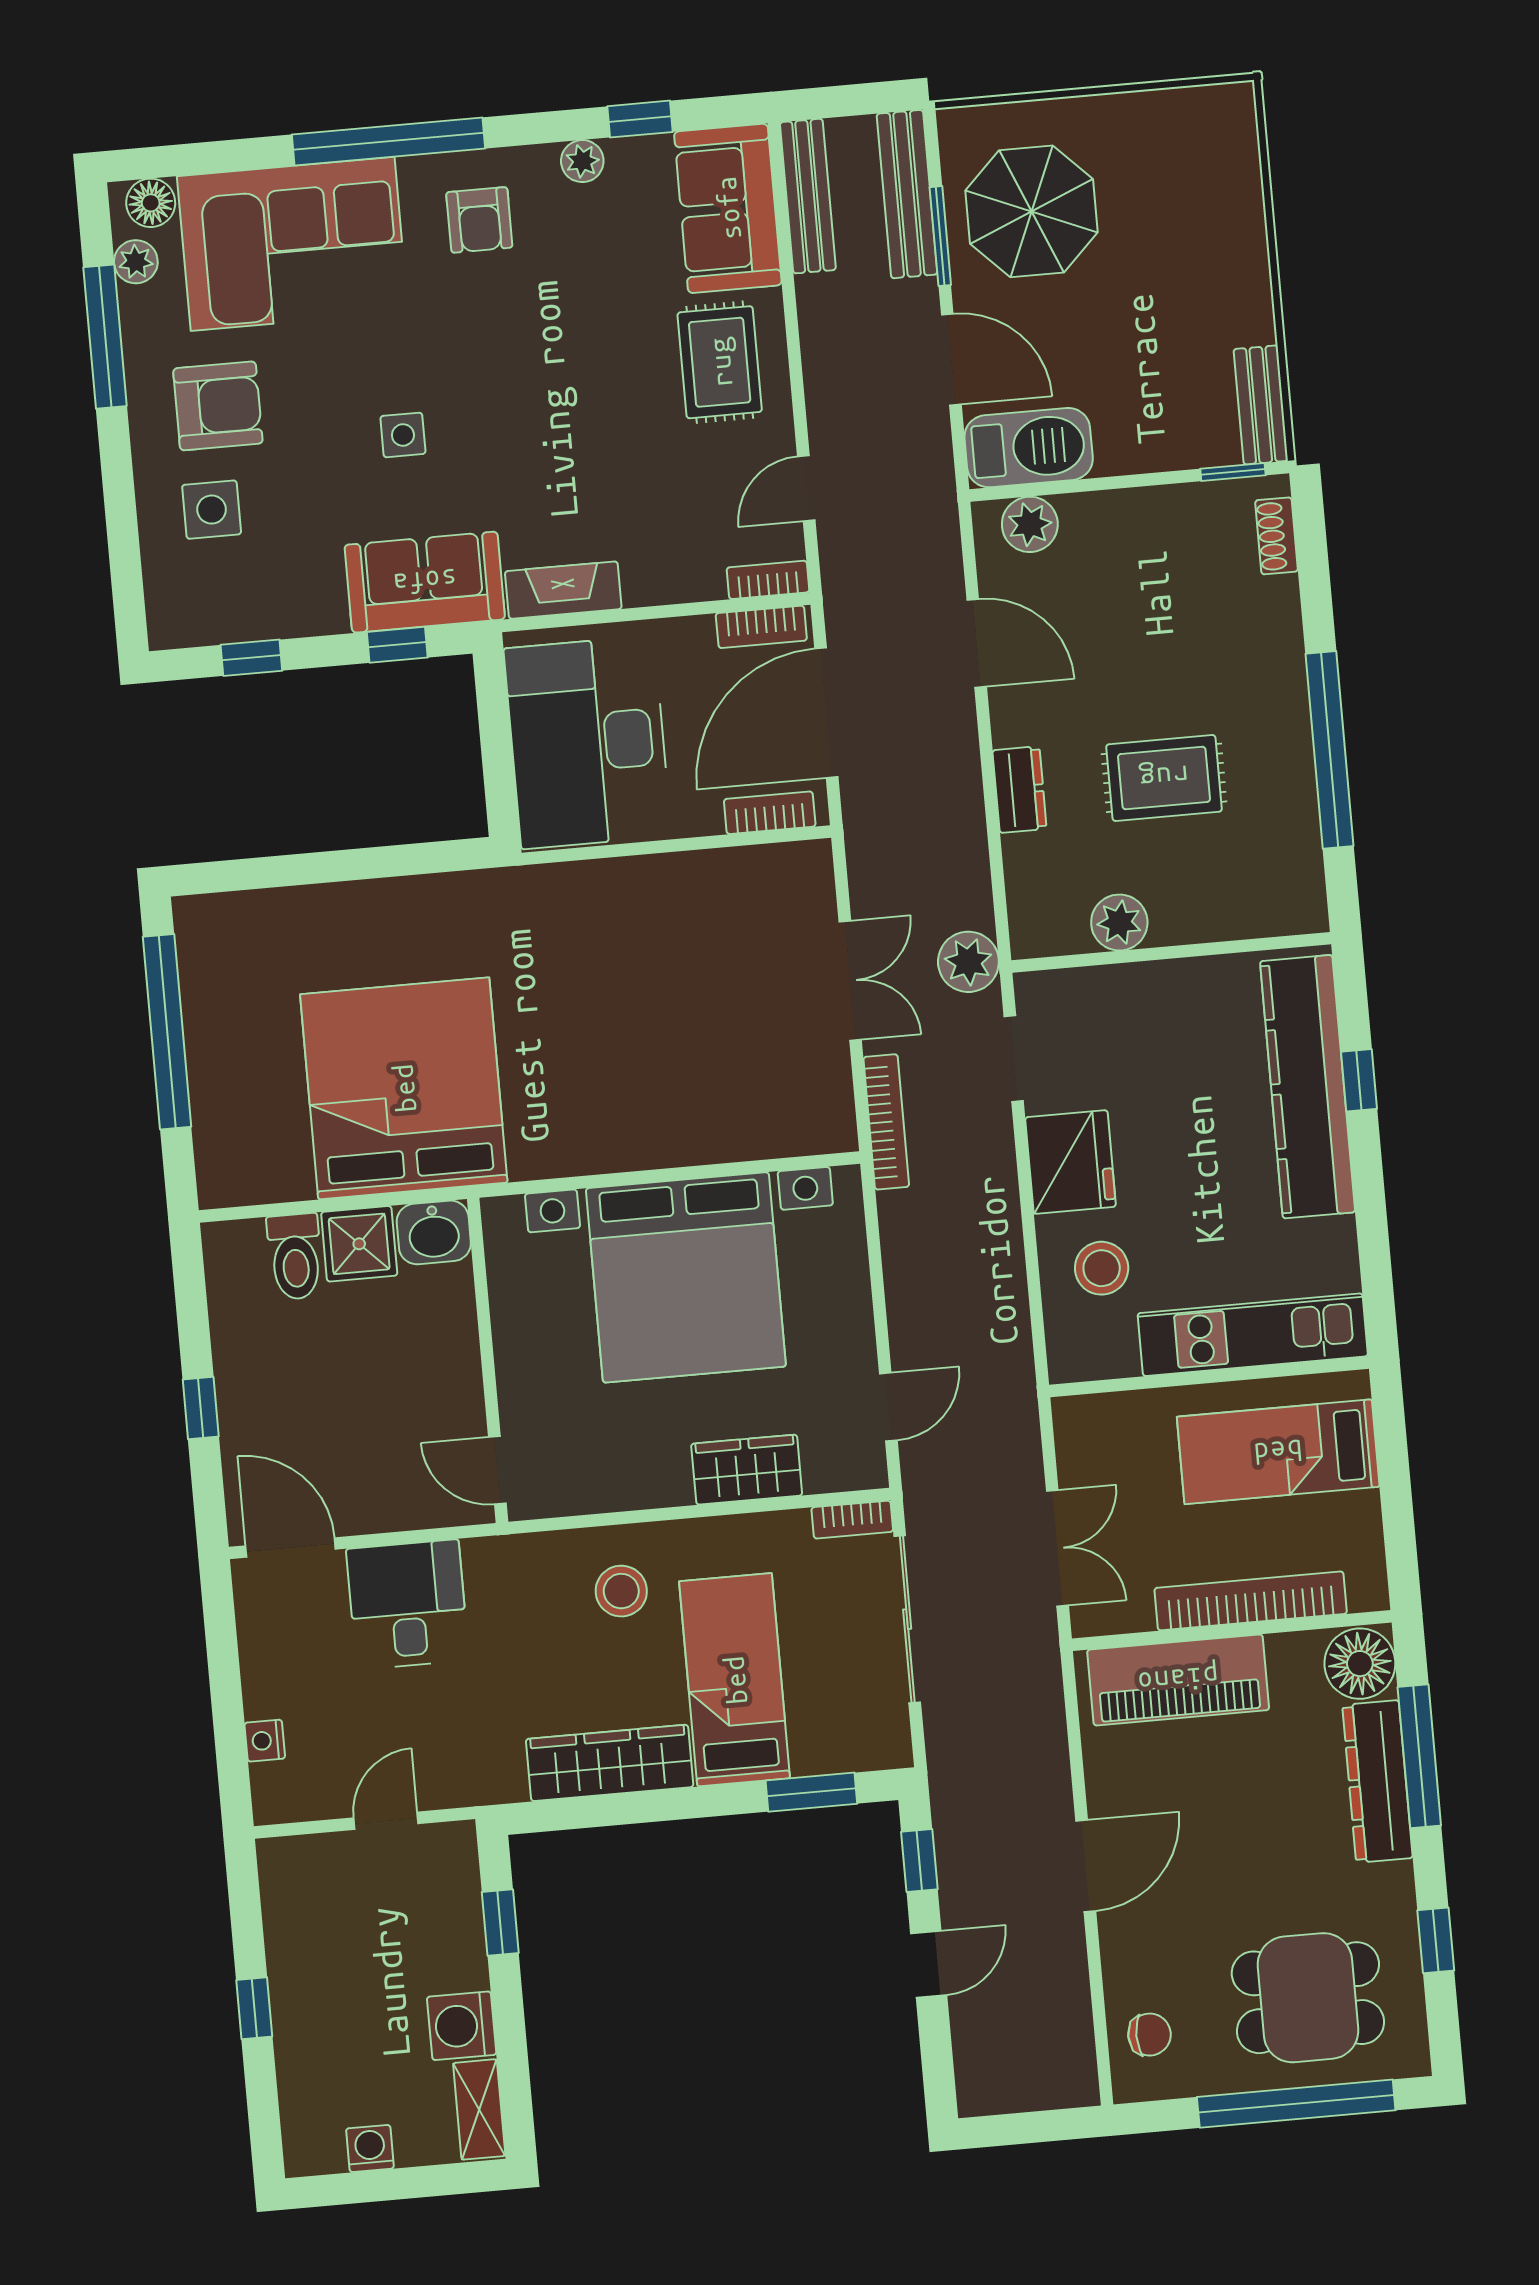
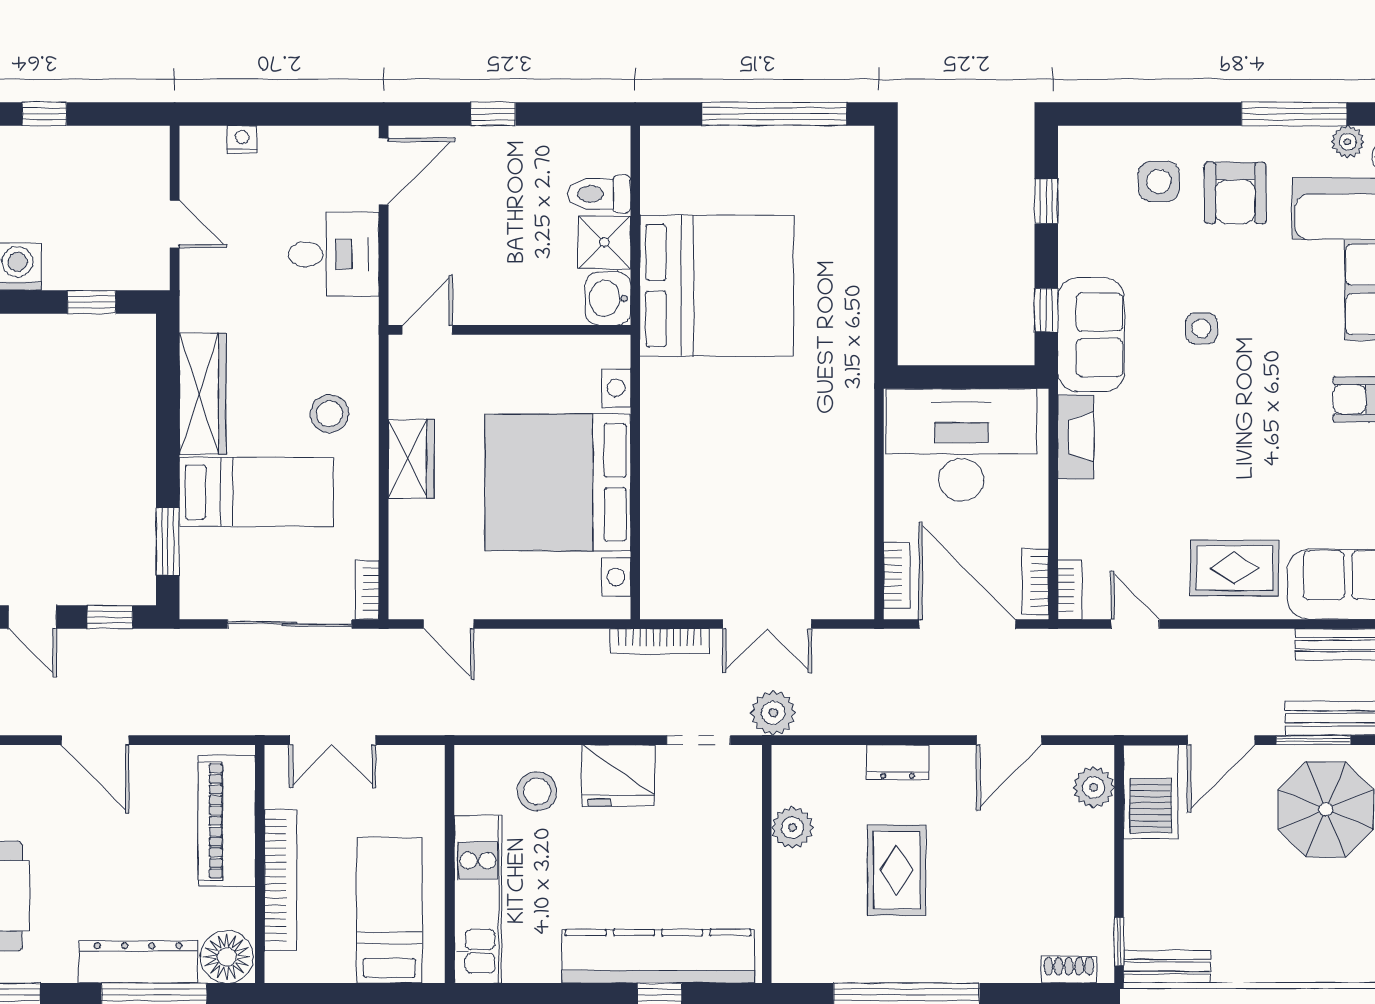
wardrobe: (747, 1470) -> (411, 459), moved

